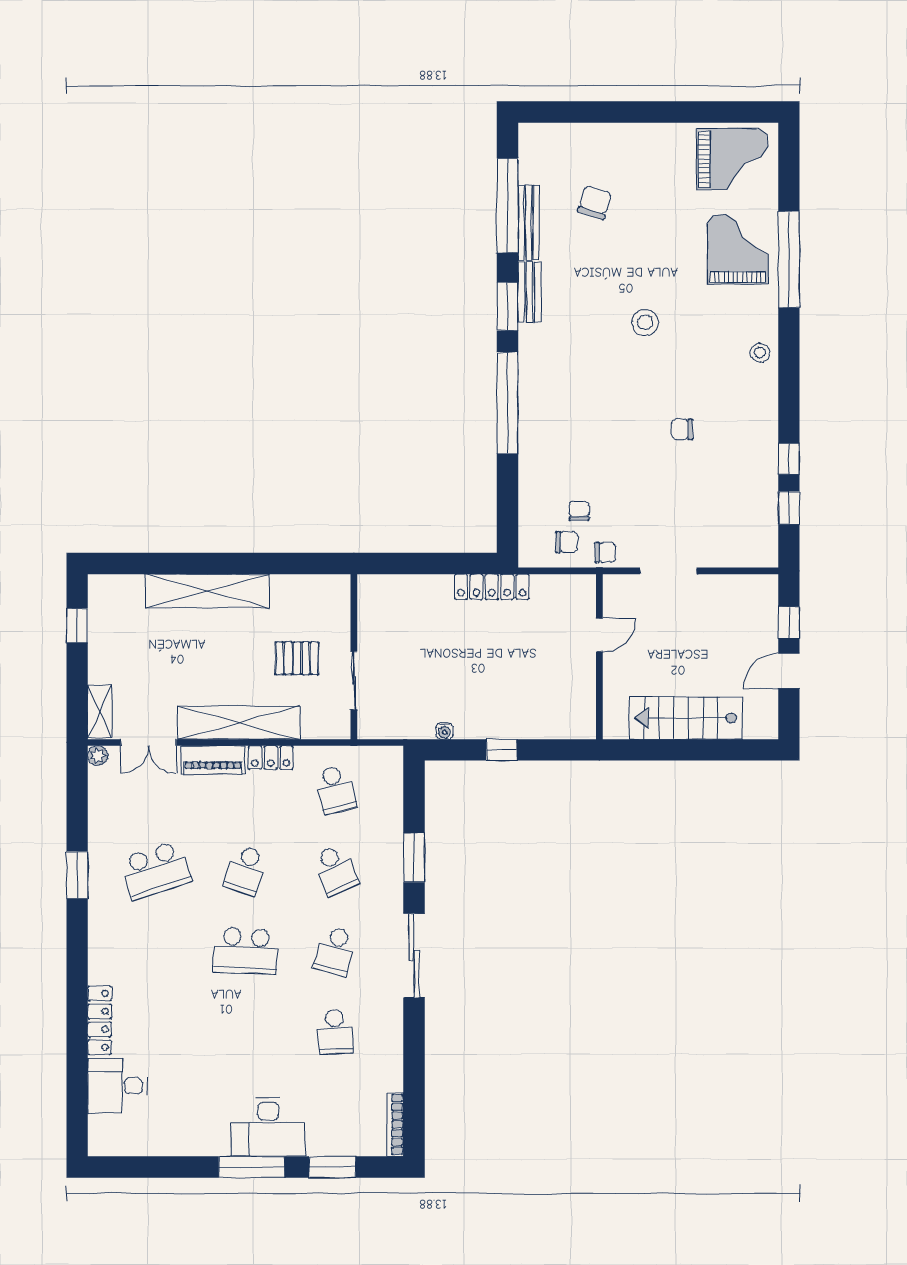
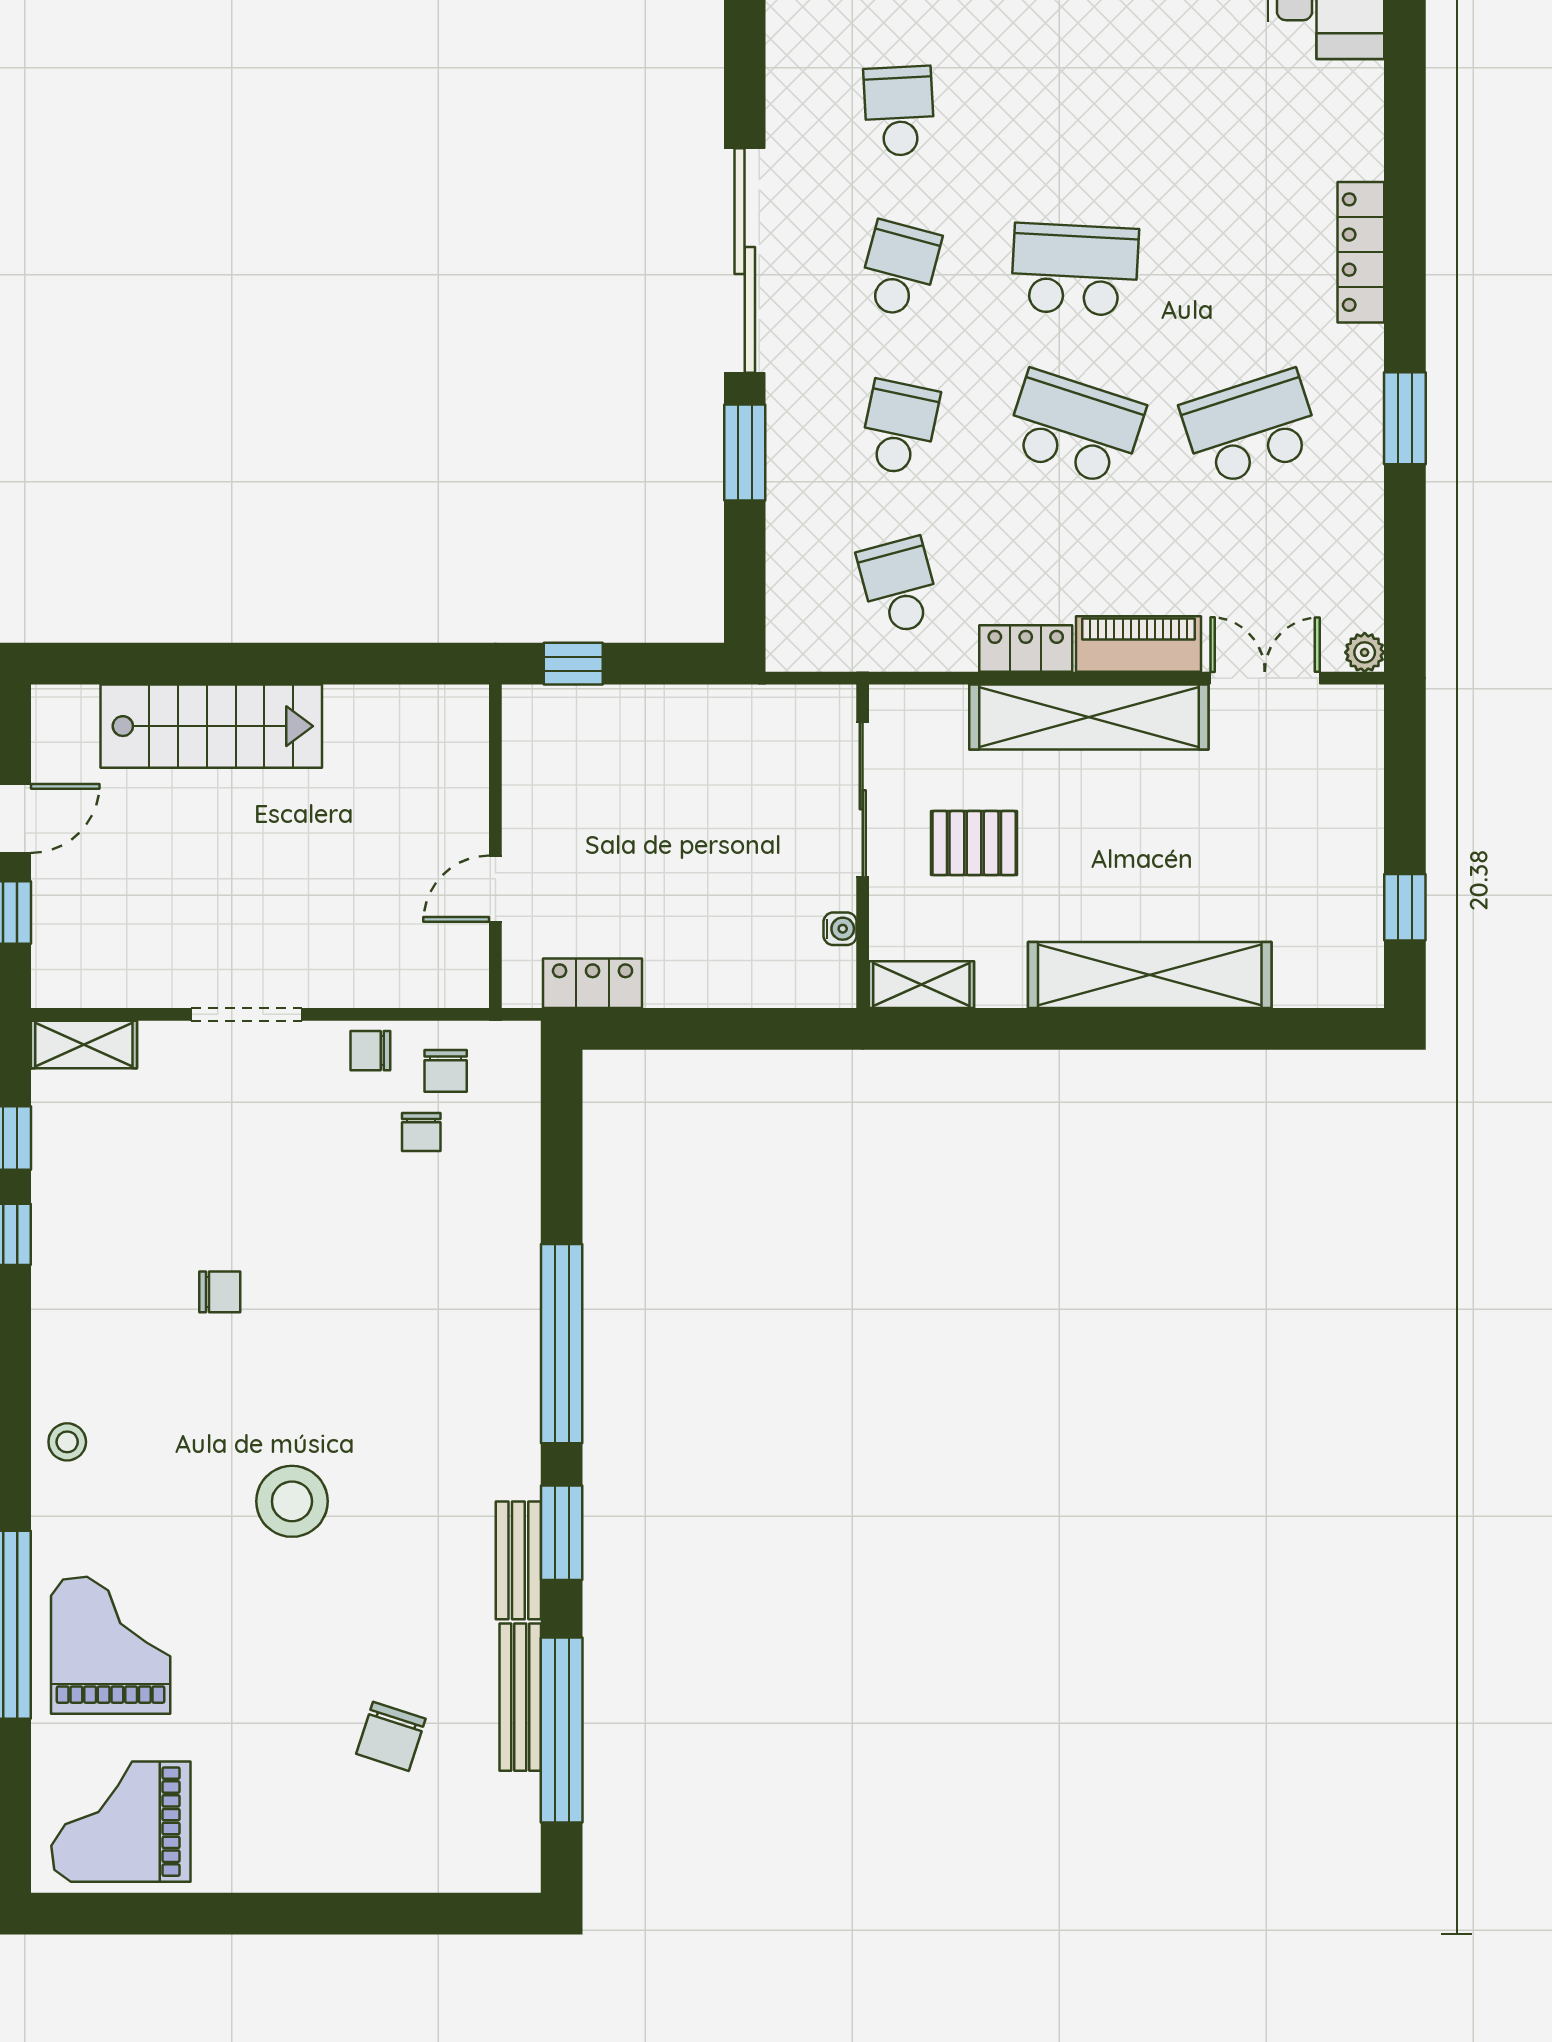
grand piano: (738, 249) -> (111, 1645), turned 180
stool: (645, 322) -> (292, 1501), width x1.38, depth x1.38
chair: (567, 542) -> (446, 1071), turned -90
shelving: (751, 556) -> (84, 1044), added
locker: (492, 587) -> (593, 983), width x0.66
door: (599, 635) -> (495, 889), moved
wall: (599, 657) -> (495, 846), moved
sliding door: (354, 680) -> (863, 800), width x1.37
shelving: (100, 711) -> (921, 985), moved, turned 90
water cooler: (444, 731) -> (840, 929), moved, turned 90
school desk: (246, 870) -> (1075, 428), width x1.85
school desk: (335, 870) -> (899, 428), turned 36
sliding door: (414, 956) -> (745, 260), width x1.36
locker: (100, 1020) -> (1361, 252), moved

